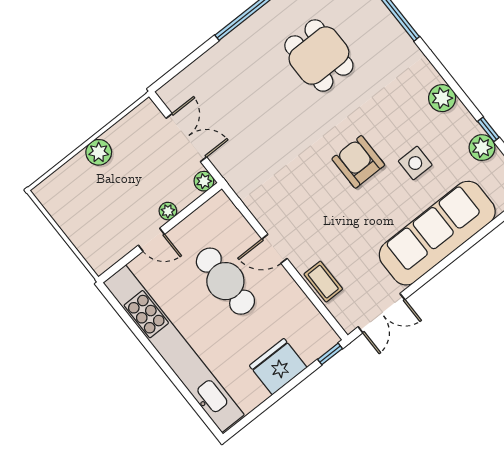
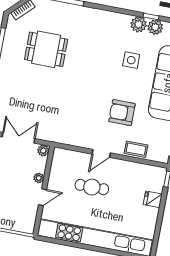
plant: (442, 98) -> (139, 24), moved
armchair: (358, 162) -> (122, 113), moved
cafe table: (225, 281) -> (92, 187), width x0.73, depth x0.74
fridge: (278, 367) -> (153, 199), width x0.53, depth x0.75

